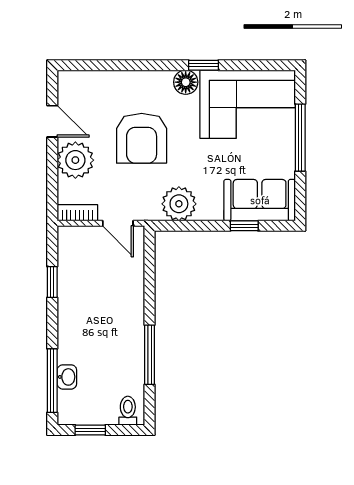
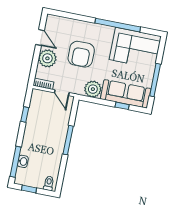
window: (204, 65) -> (118, 25), width x3.17
floor lamp: (186, 82) -> (108, 32), removed
window: (300, 138) -> (155, 80), moved
sofa: (260, 200) -> (126, 94), width x1.36
window: (150, 355) -> (68, 140), moved

